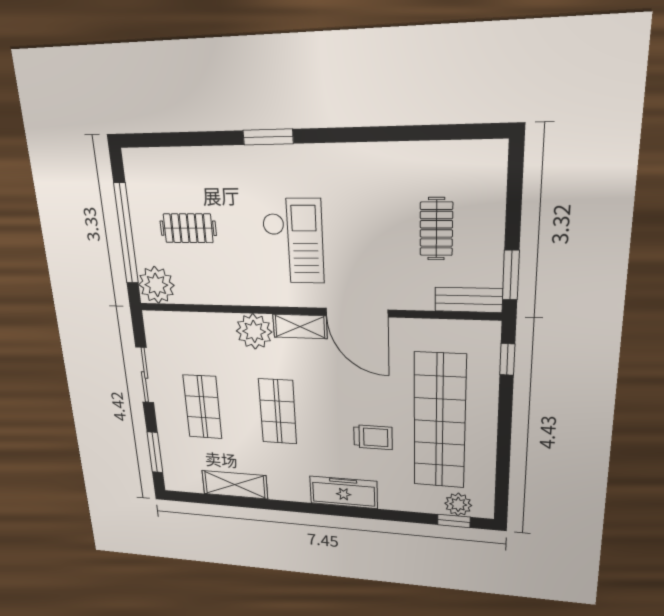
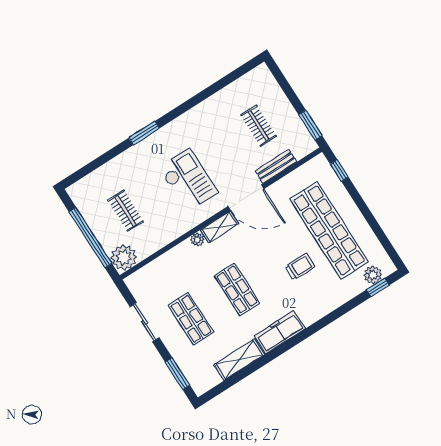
clothes rail: (188, 228) -> (126, 211), turned 90
bench: (469, 300) -> (276, 166), moved
plant: (254, 331) -> (197, 240), width x0.53, depth x0.53
freezer: (344, 492) -> (280, 332), moved

